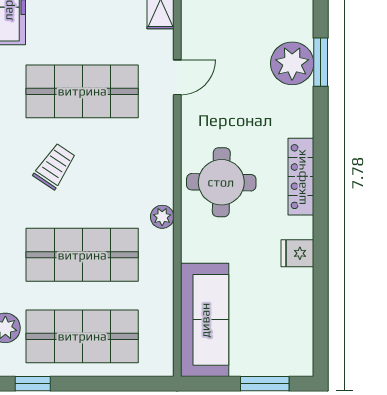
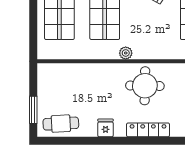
sofa: (205, 320) -> (69, 77), removed
cafe table: (289, 334) -> (61, 124), added

